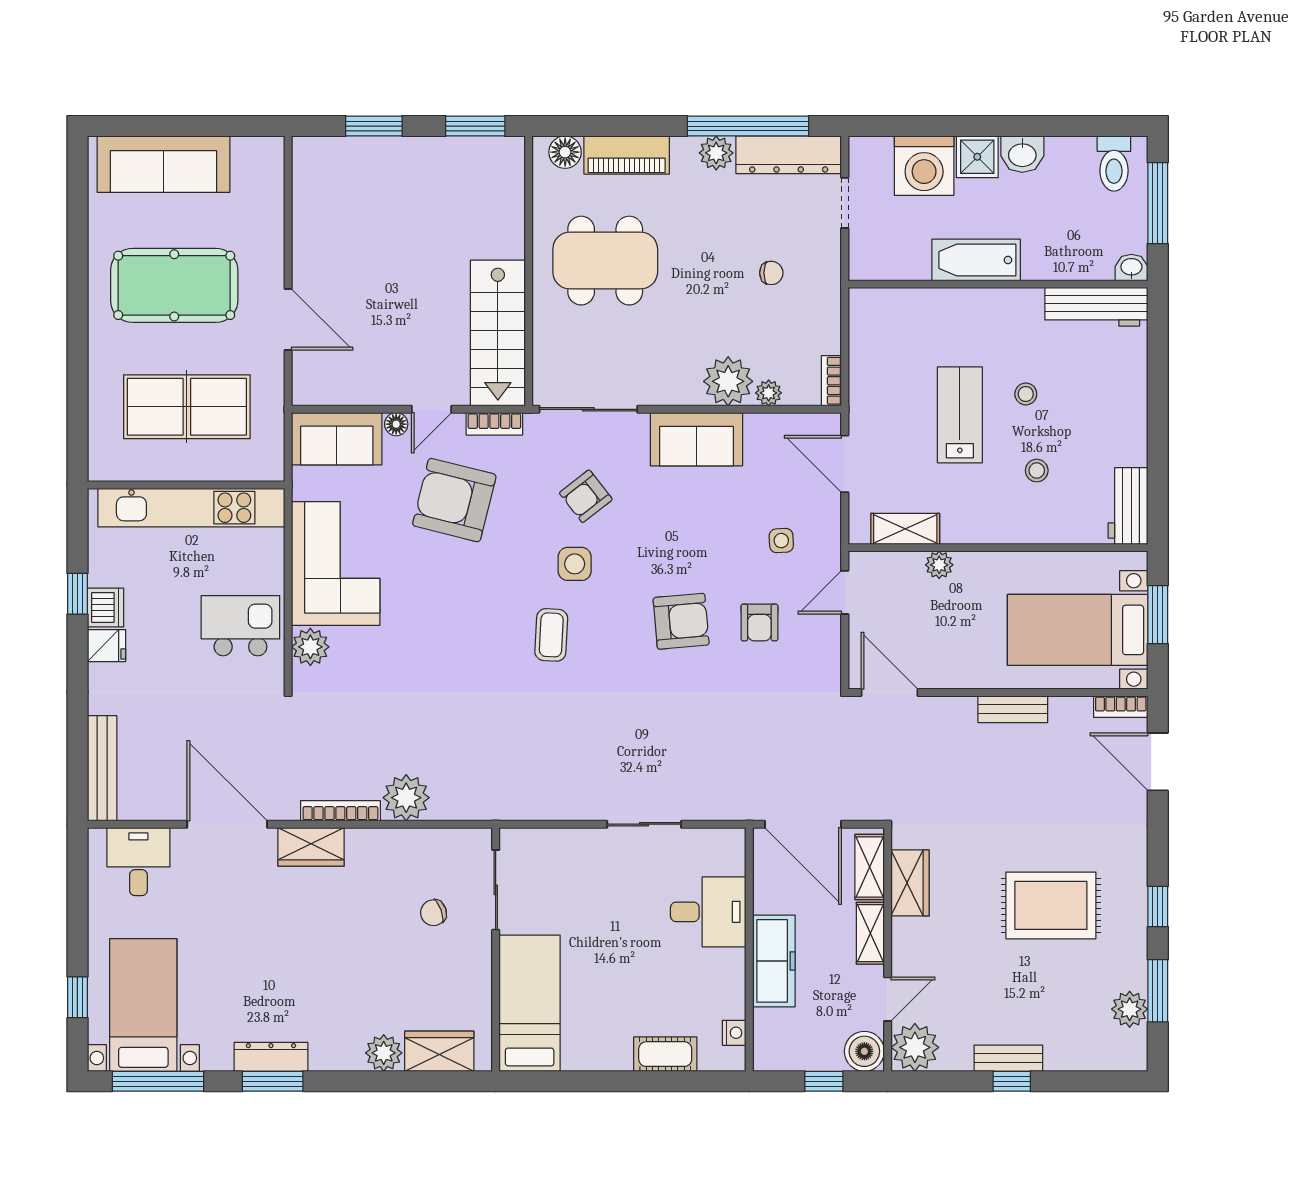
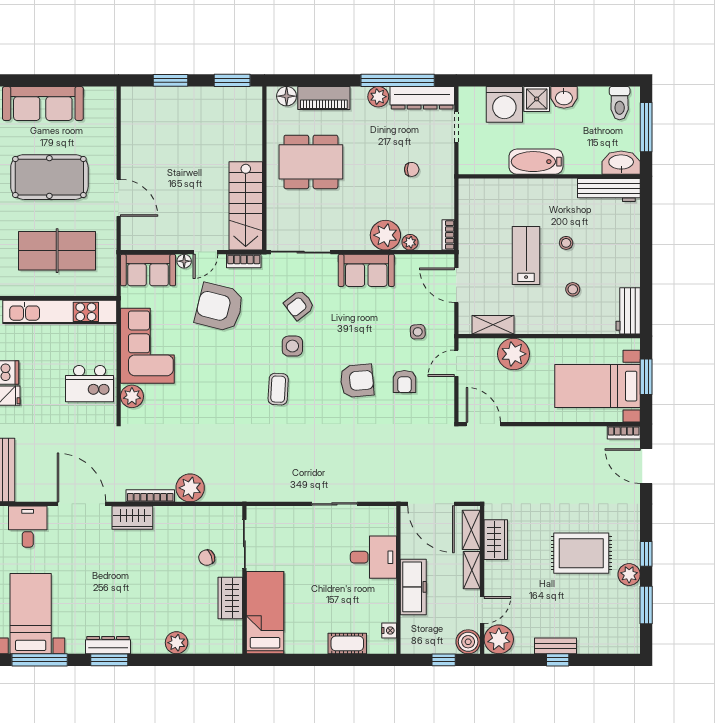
washbasin: (1131, 268) -> (621, 163), width x1.91, depth x1.45
plant: (939, 565) -> (514, 354), width x1.88, depth x1.88
kitchen island: (240, 626) -> (90, 384), turned 180
bench: (1013, 709) -> (558, 434), removed
plant: (1130, 1009) -> (629, 574), moved
wardrobe: (439, 1051) -> (230, 598), moved, turned -90

